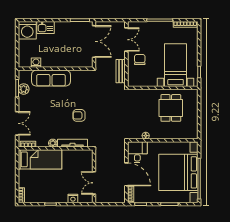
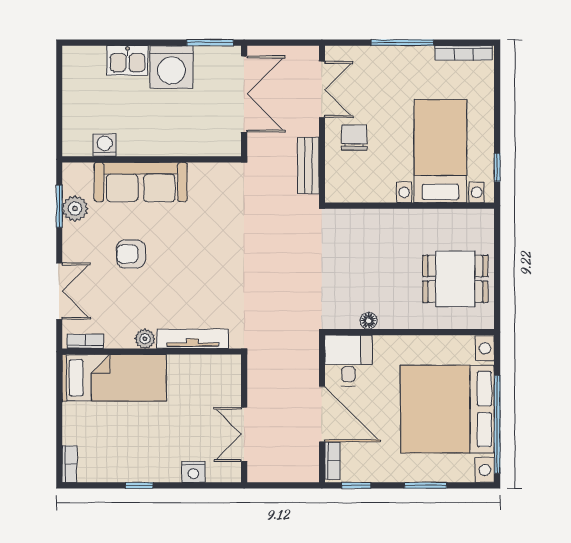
washing machine: (27, 30) -> (172, 67), moved
dining table: (171, 108) -> (455, 279), moved, turned 90
armchair: (79, 115) -> (131, 254), moved

